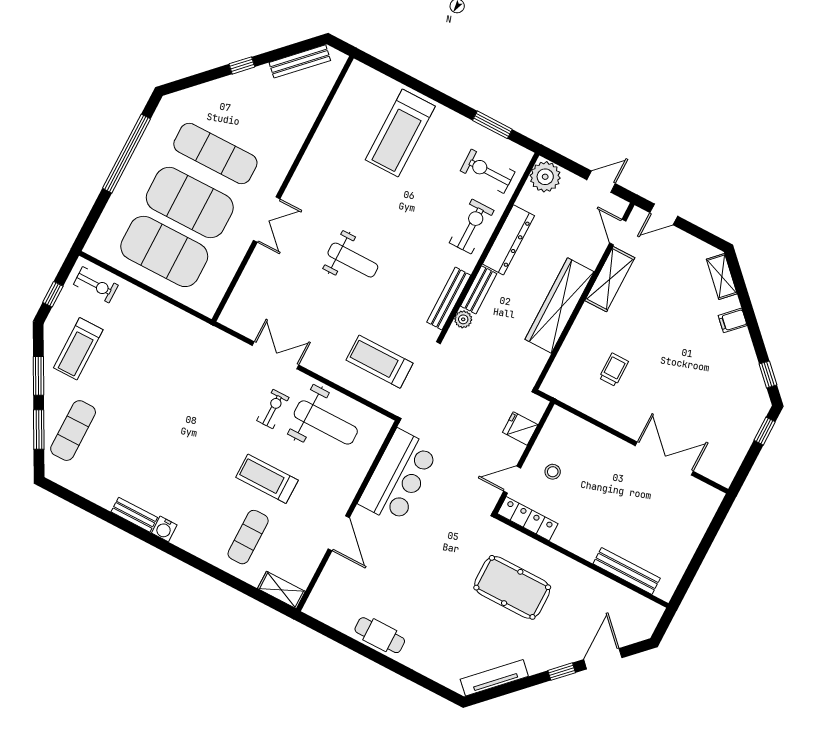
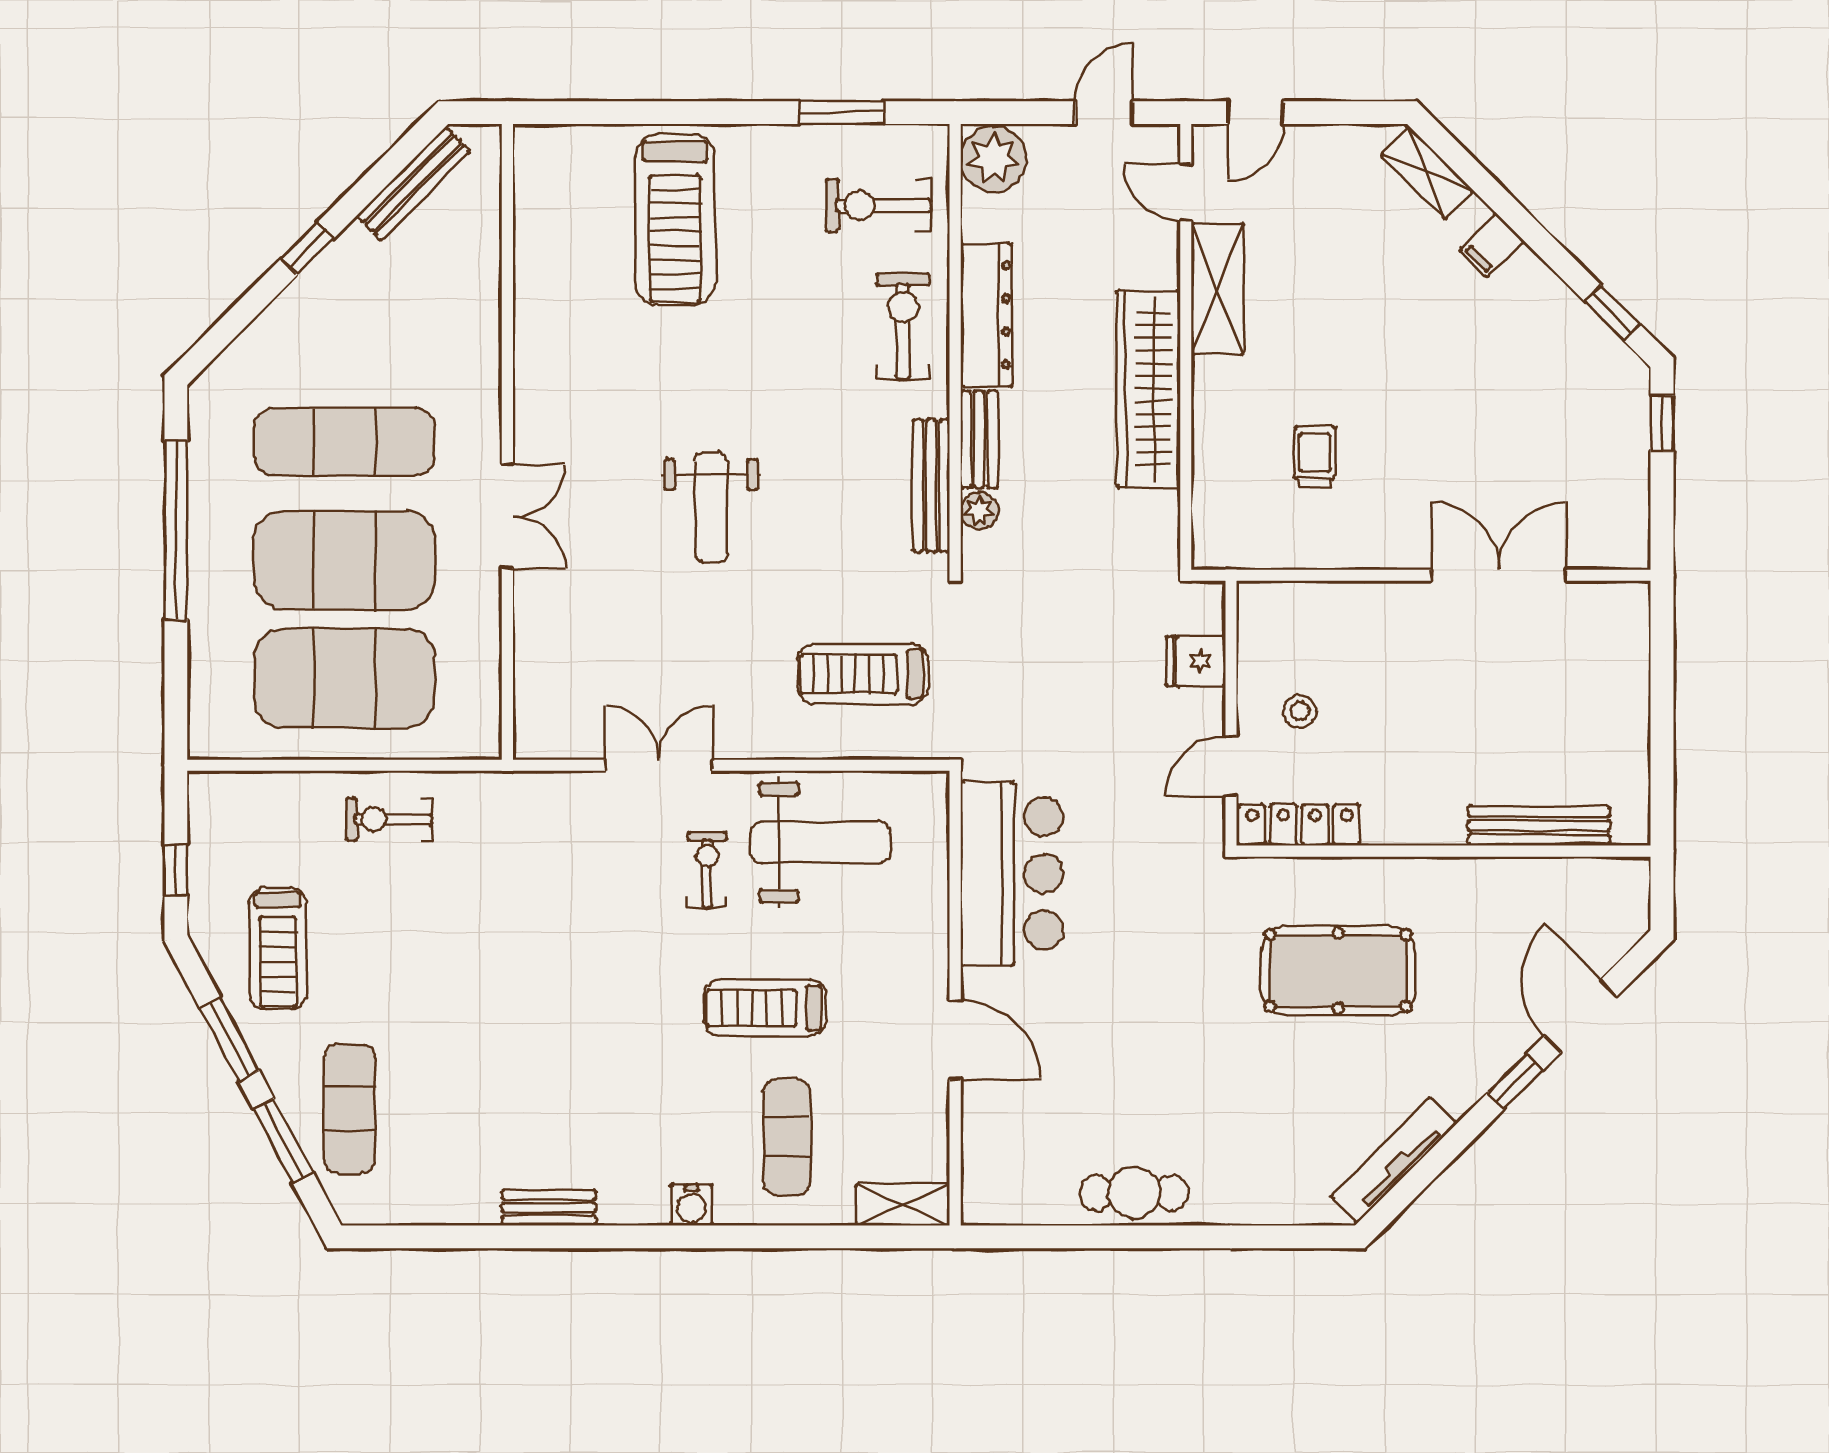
weight bench: (353, 260) -> (711, 508), turned 90
exercise bike: (96, 285) -> (389, 819), moved, turned 180
water cooler: (164, 529) -> (692, 1205), moved

